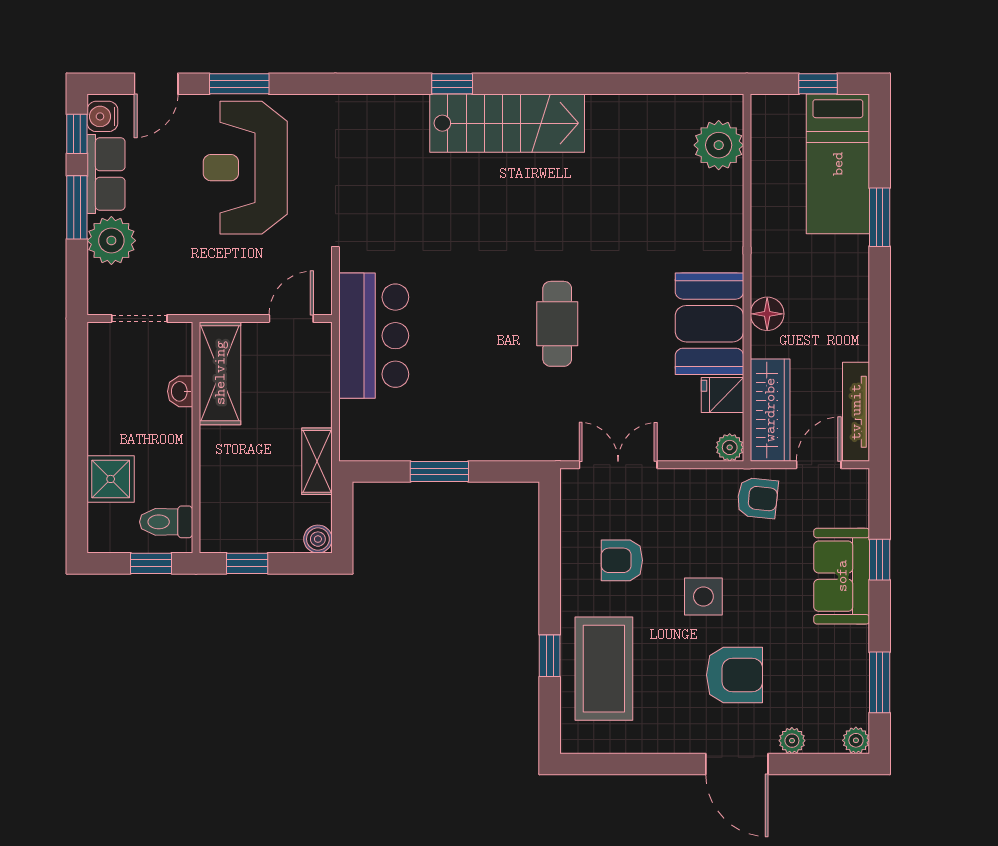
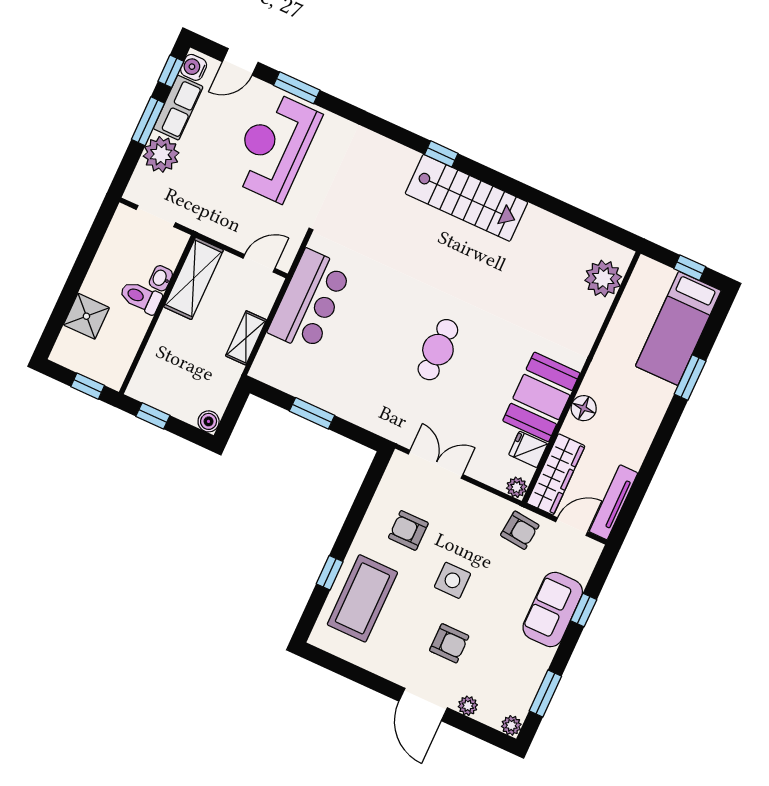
shelving: (317, 461) -> (246, 338), moved
toilet: (166, 522) -> (141, 297), moved
armchair: (735, 675) -> (449, 643), width x0.72, depth x0.72

